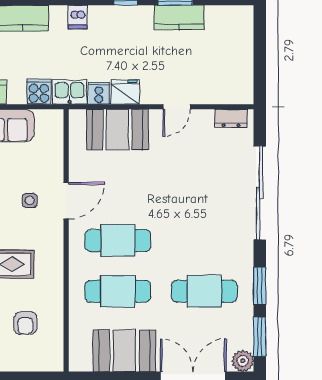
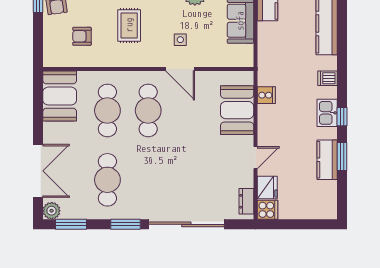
cooker: (39, 92) -> (268, 210), moved
kitchen sink: (70, 92) -> (327, 113), moved, turned 180
fridge: (125, 92) -> (267, 187), moved
door: (177, 107) -> (256, 158), swing flipped
window: (260, 286) -> (126, 224), moved
booth: (124, 351) -> (60, 96), moved

